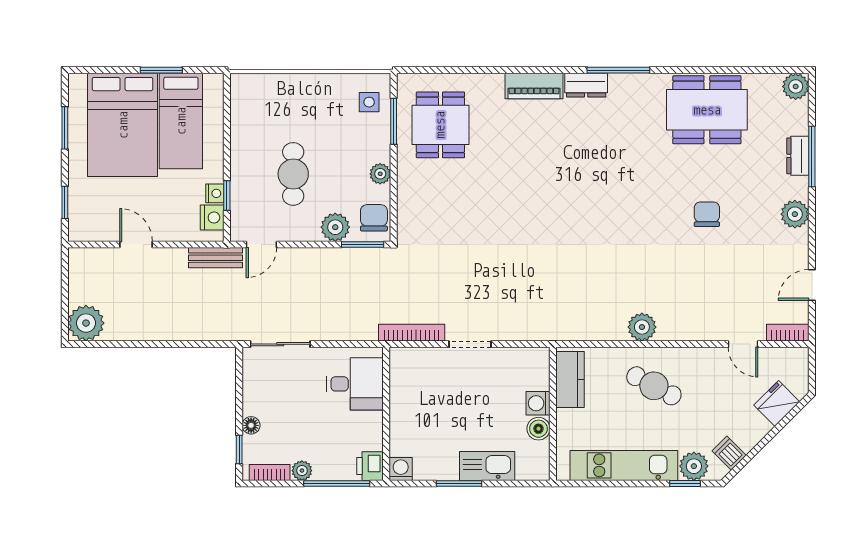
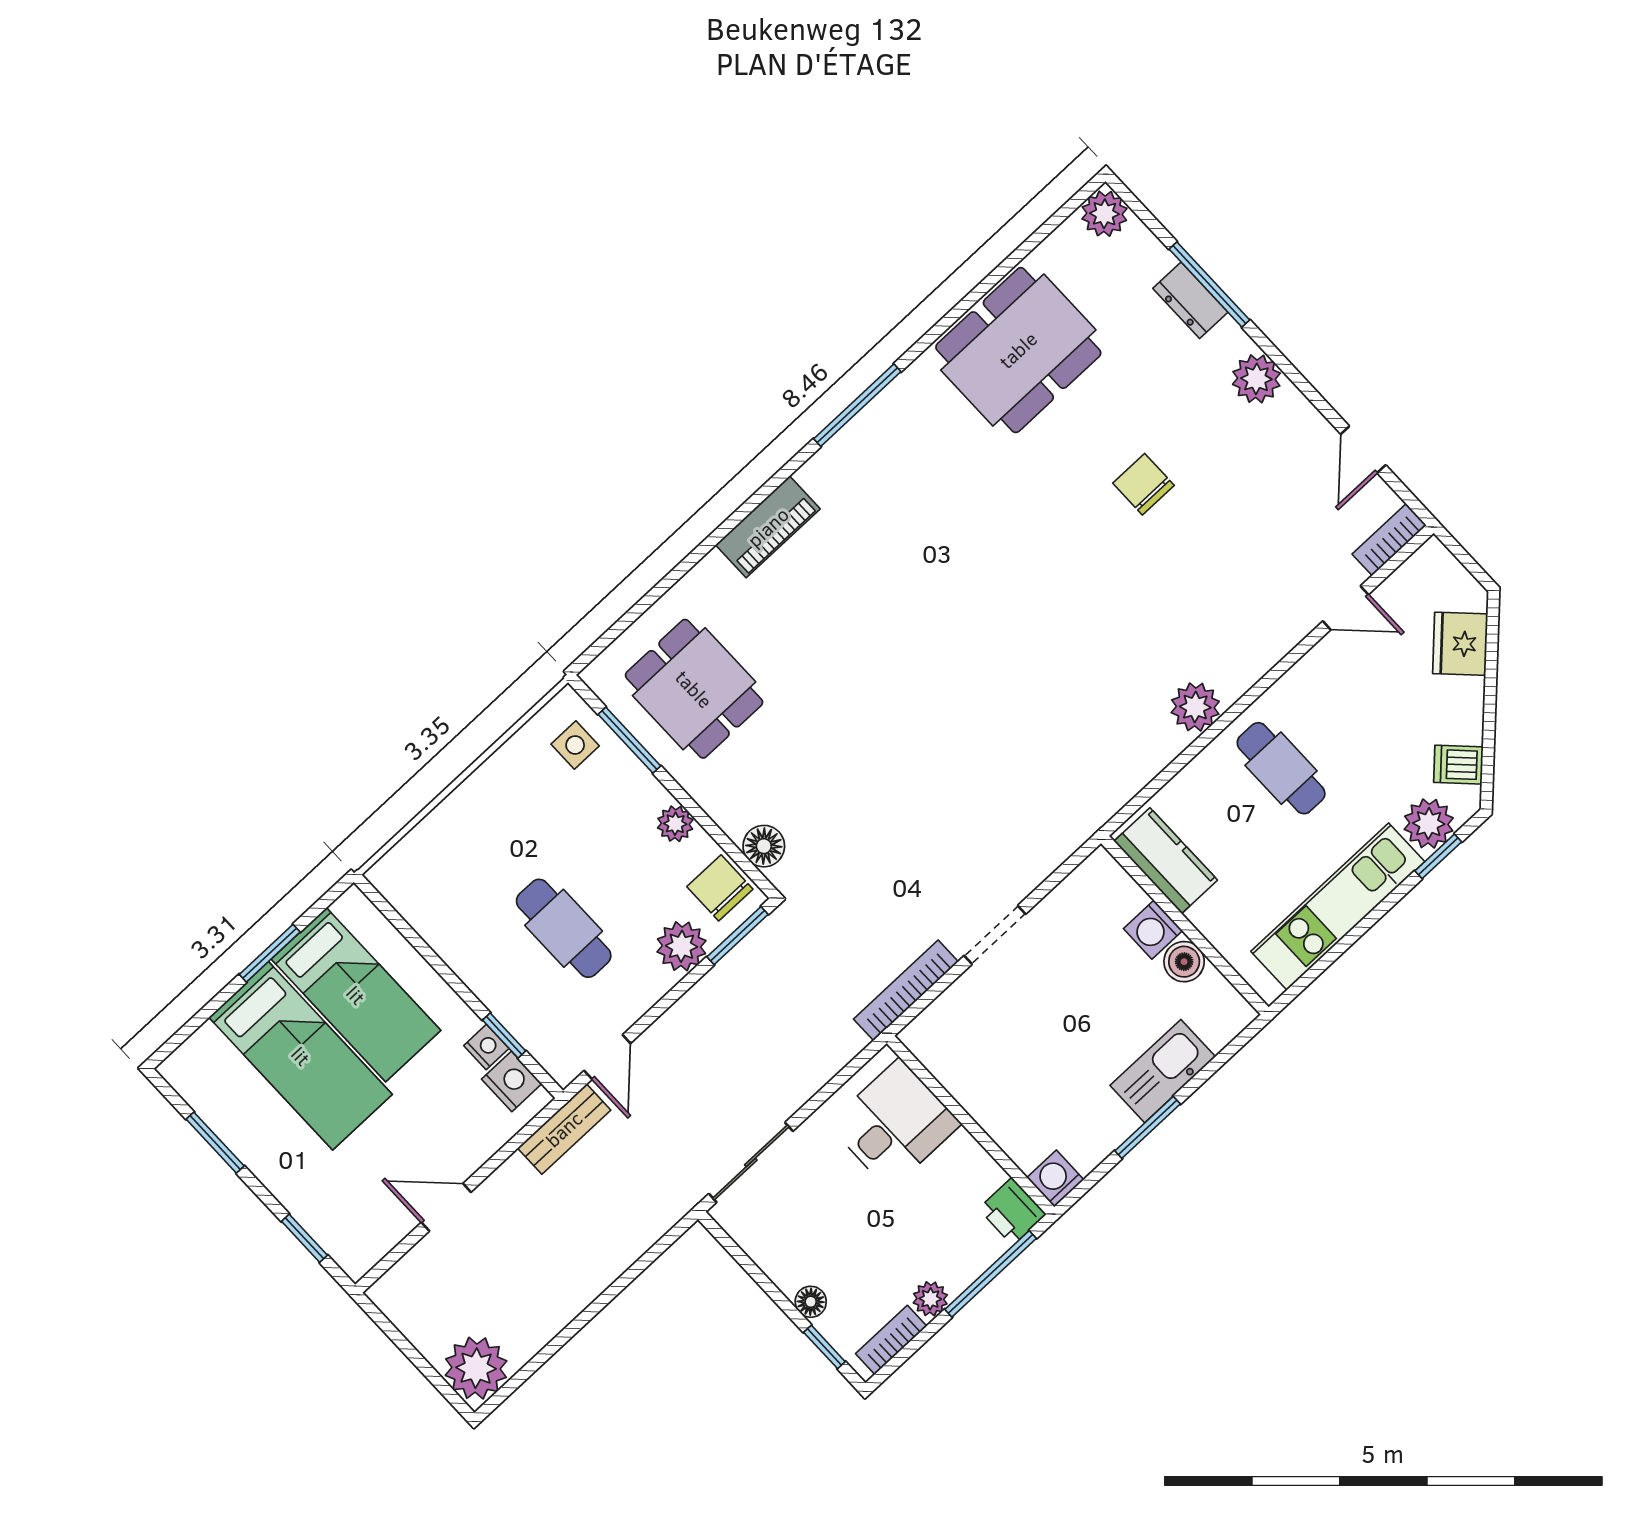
dresser: (586, 85) -> (834, 463), removed
bed: (123, 125) -> (301, 1056), width x0.67
floor lamp: (408, 217) -> (764, 846), added
cafe table: (654, 386) -> (1281, 768), turned 62

